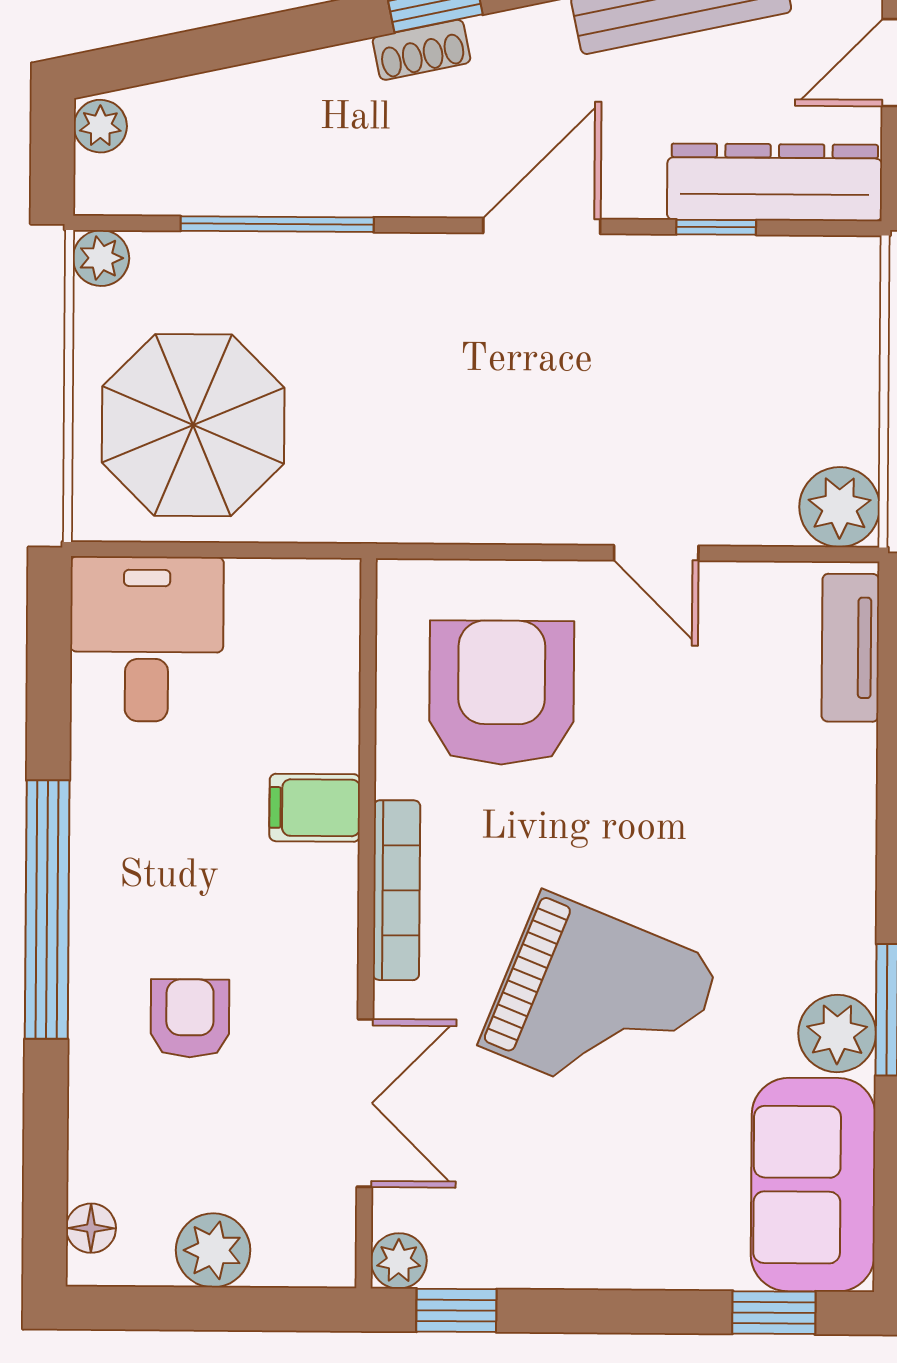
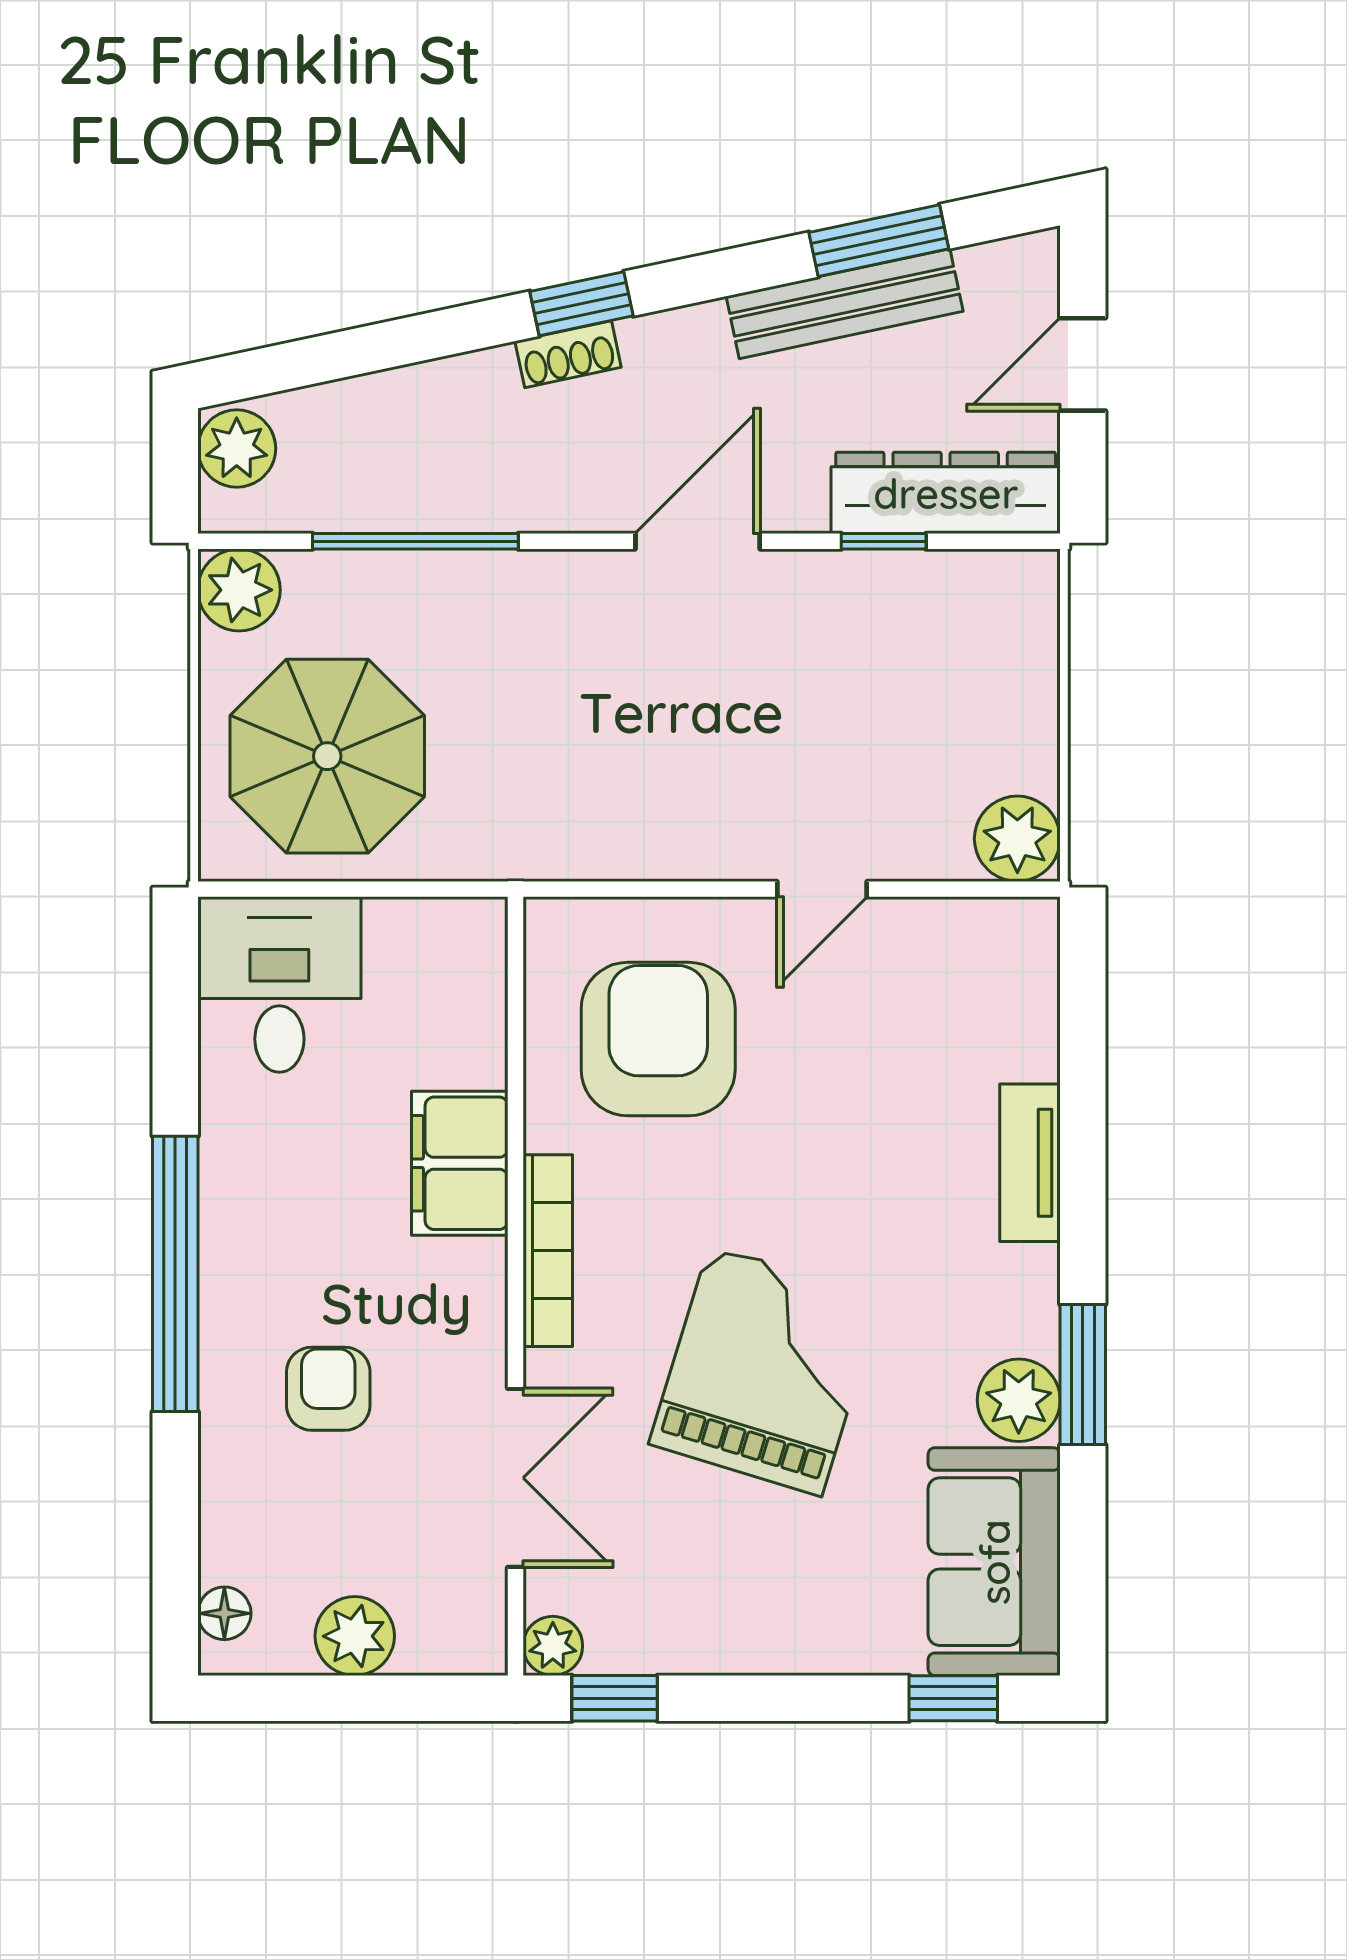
plant: (100, 126) -> (237, 449), width x1.38, depth x1.38
plant: (101, 258) -> (239, 590), width x1.38, depth x1.38
door: (656, 553) -> (822, 889), hinge flipped
tv unit: (850, 648) -> (1030, 1163), moved
filing cabinet: (315, 808) -> (460, 1163), width x2.00
grand piano: (600, 1004) -> (765, 1371), turned -95

